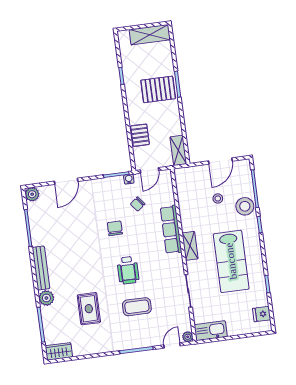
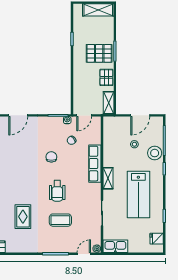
pallet: (140, 135) -> (106, 77), moved

